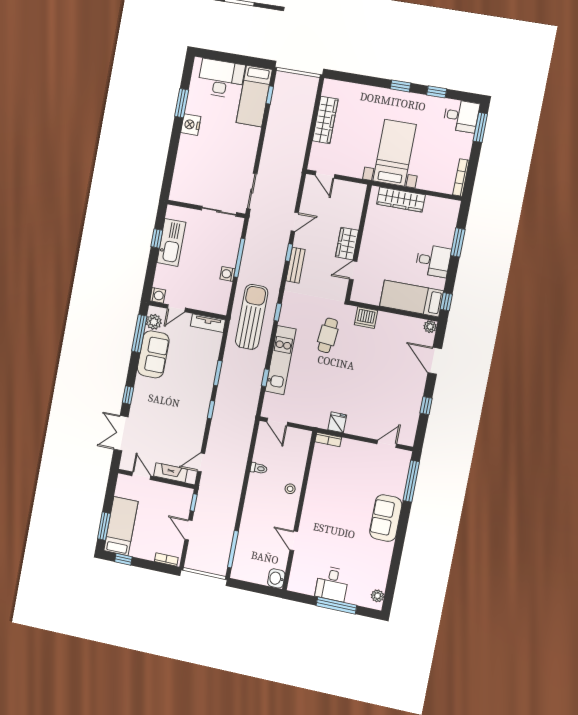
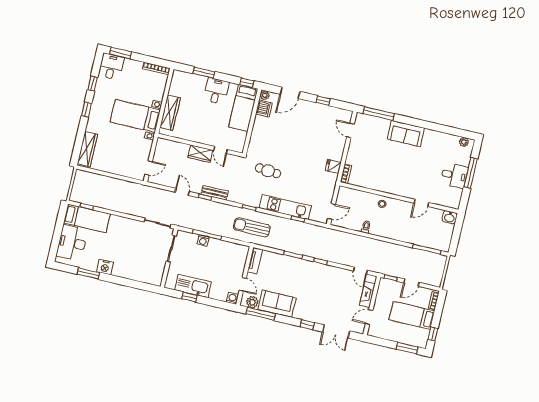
wardrobe: (325, 120) -> (87, 149), moved, turned 90
washing machine: (227, 274) -> (203, 241), moved
sun lounger: (252, 317) -> (252, 227), width x0.73, depth x0.75
dishwasher: (366, 318) -> (264, 108), moved
bed: (121, 526) -> (412, 315), moved

